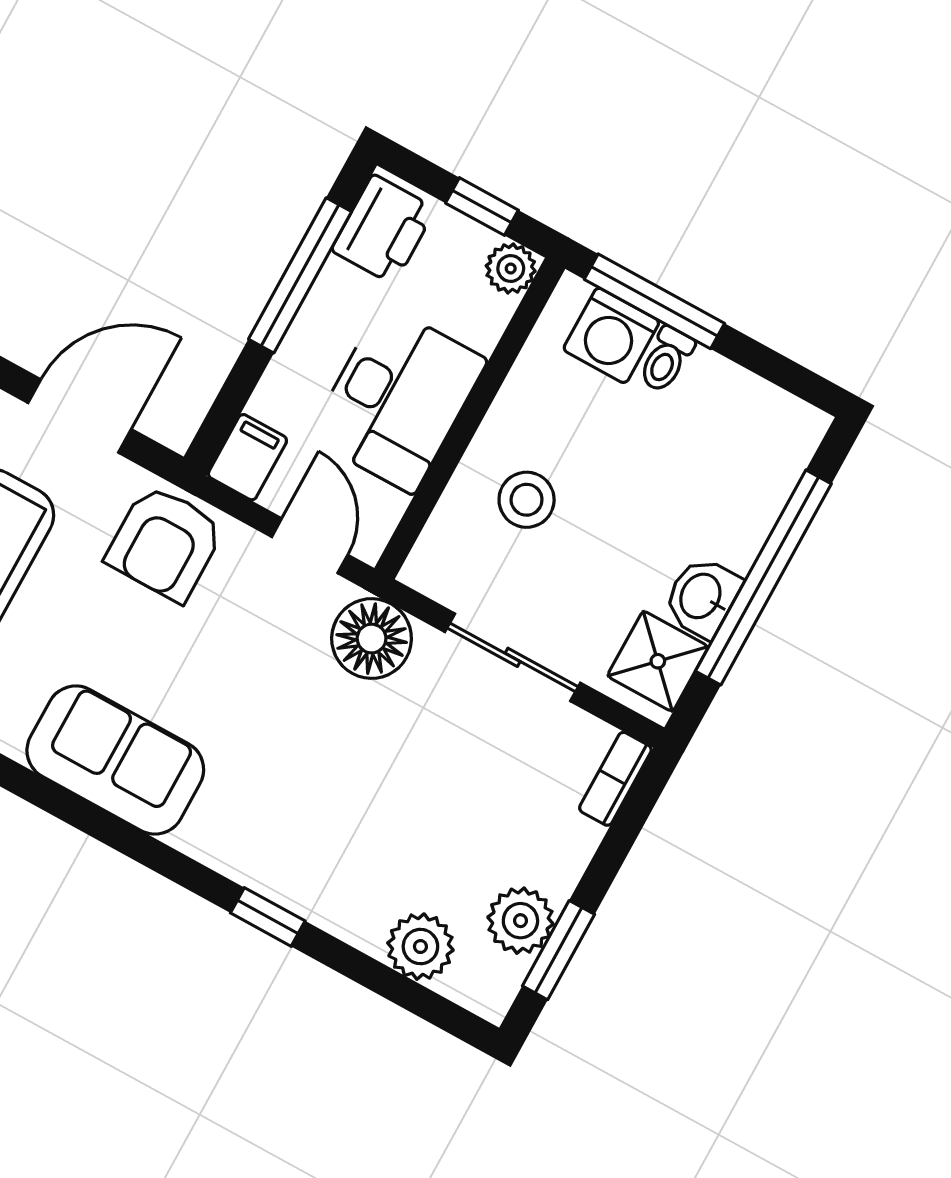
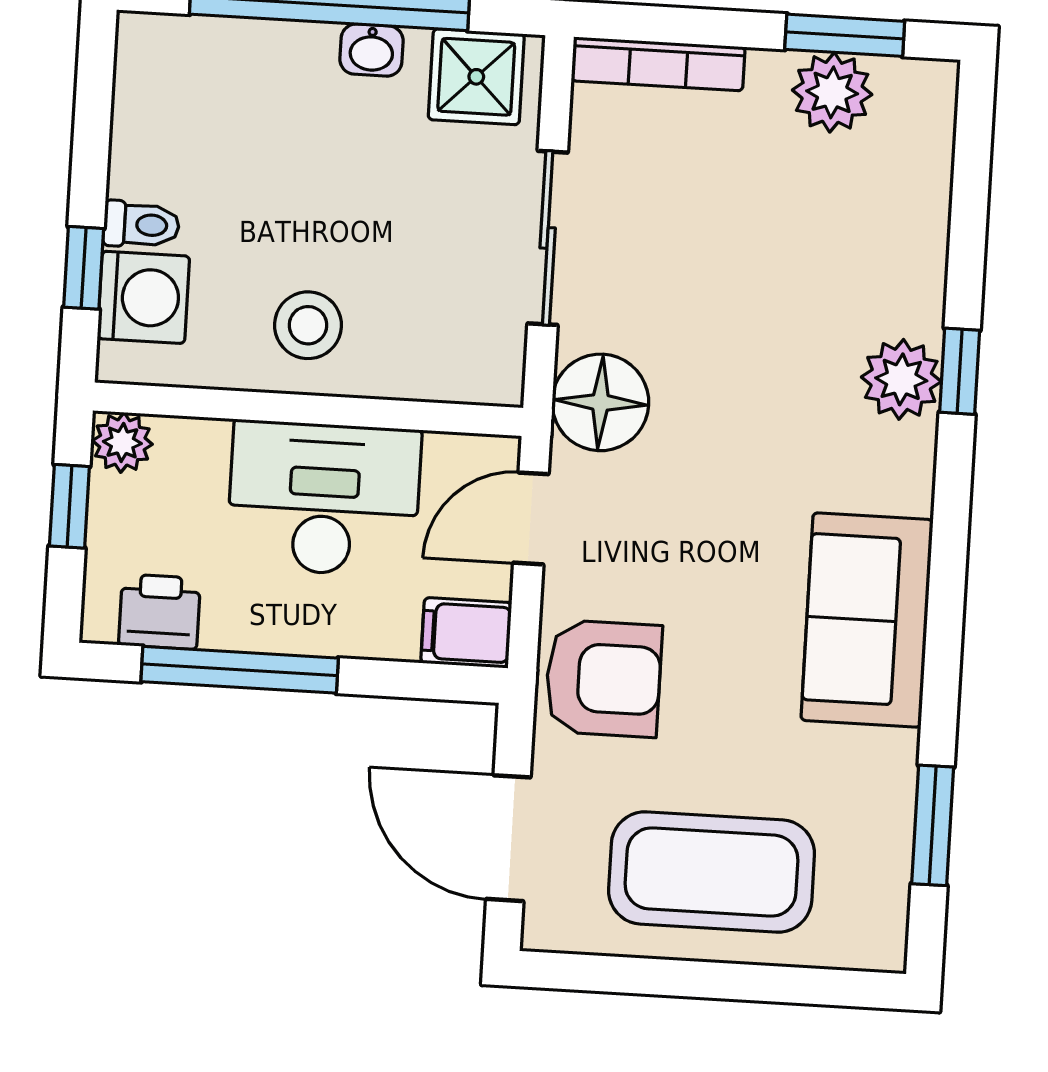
printer: (383, 229) -> (159, 612), width x0.73, depth x0.81
window: (654, 301) -> (84, 268), width x0.46
stool: (527, 500) -> (308, 325), moved
washbasin: (702, 597) -> (372, 50), width x0.72, depth x0.69
bookcase: (615, 779) -> (658, 64), width x1.56
plant: (420, 947) -> (901, 379), moved

